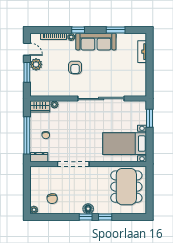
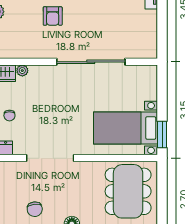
window: (149, 118) -> (162, 134), moved
chair: (52, 199) -> (35, 209), moved

